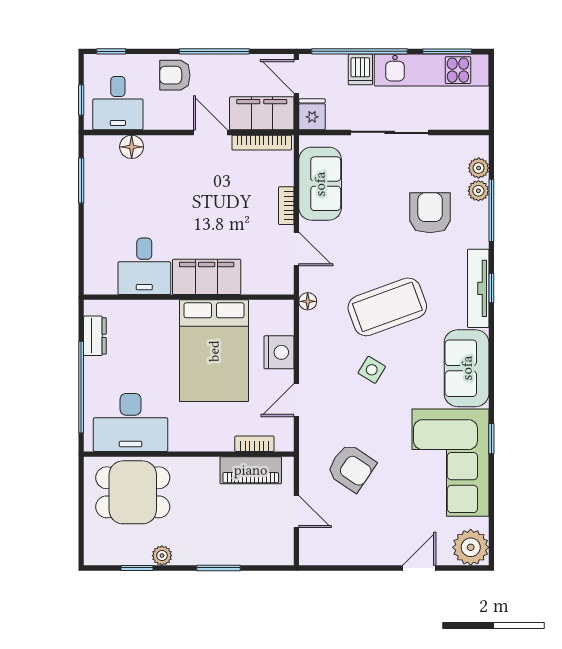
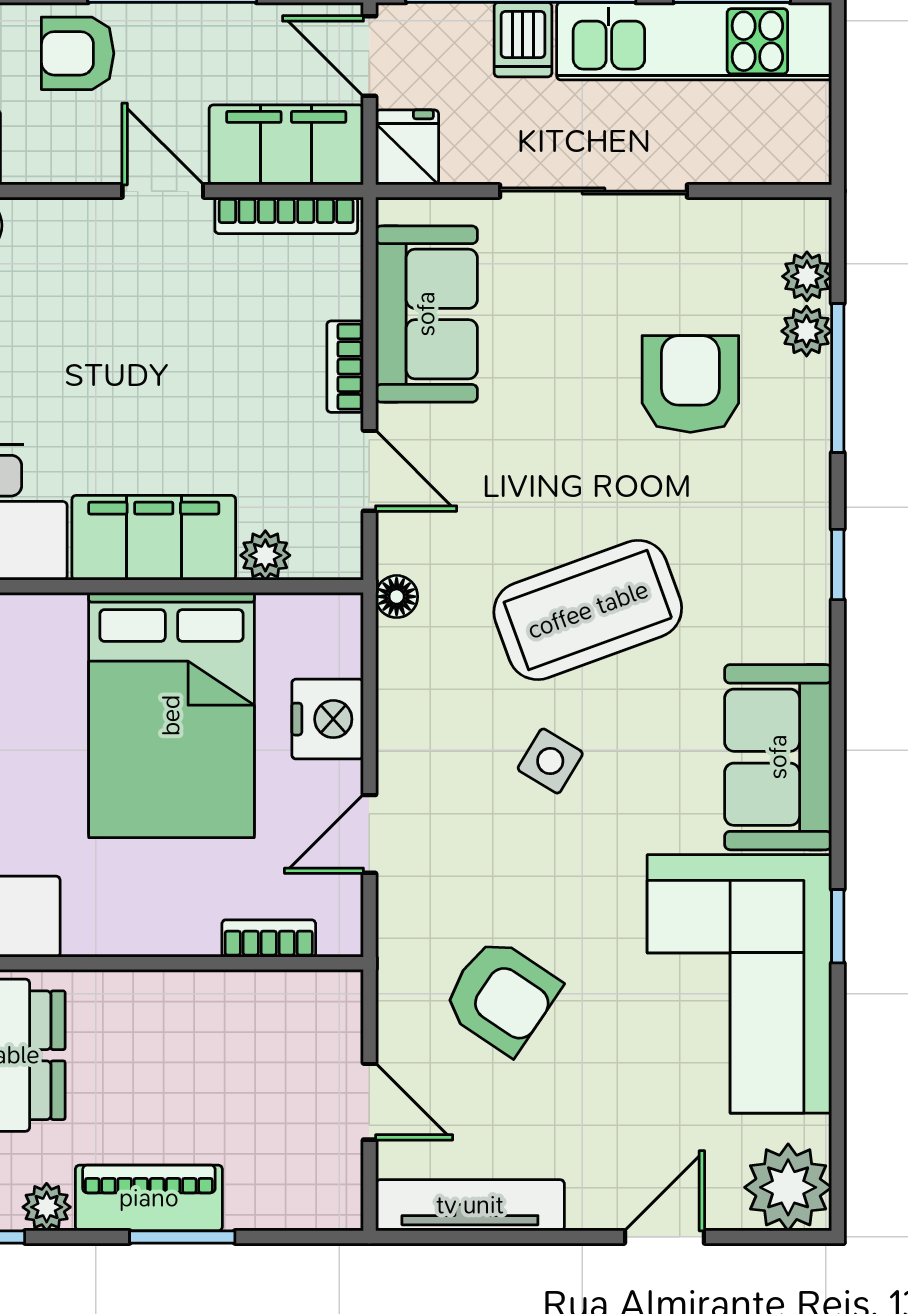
plant: (253, 284) -> (265, 555), added
tv unit: (478, 288) -> (470, 1205), moved, turned 90
piano: (251, 470) -> (149, 1198), moved, turned 180

